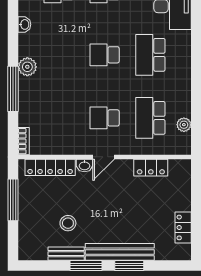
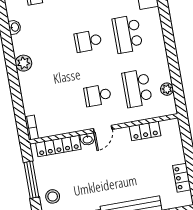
window: (13, 89) -> (14, 84), removed
stool: (68, 223) -> (53, 196), moved

